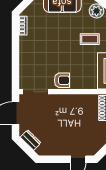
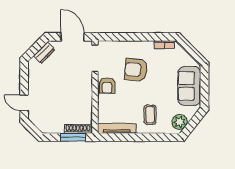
armchair: (47, 53) -> (136, 70), added

